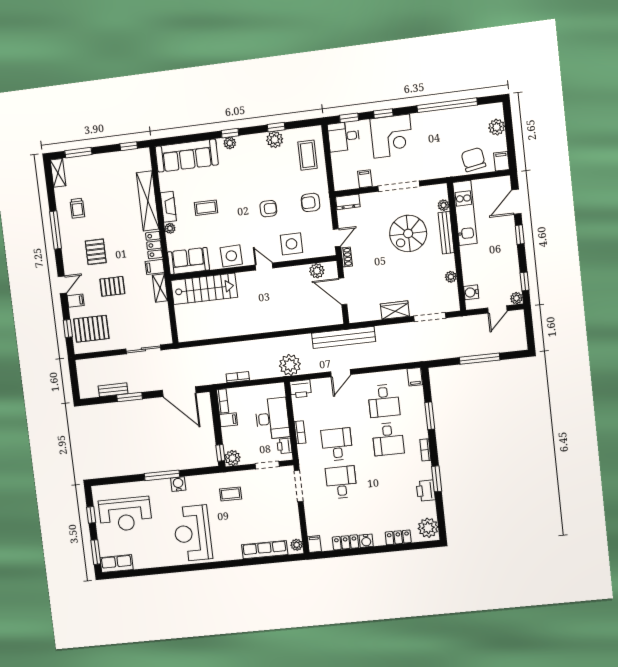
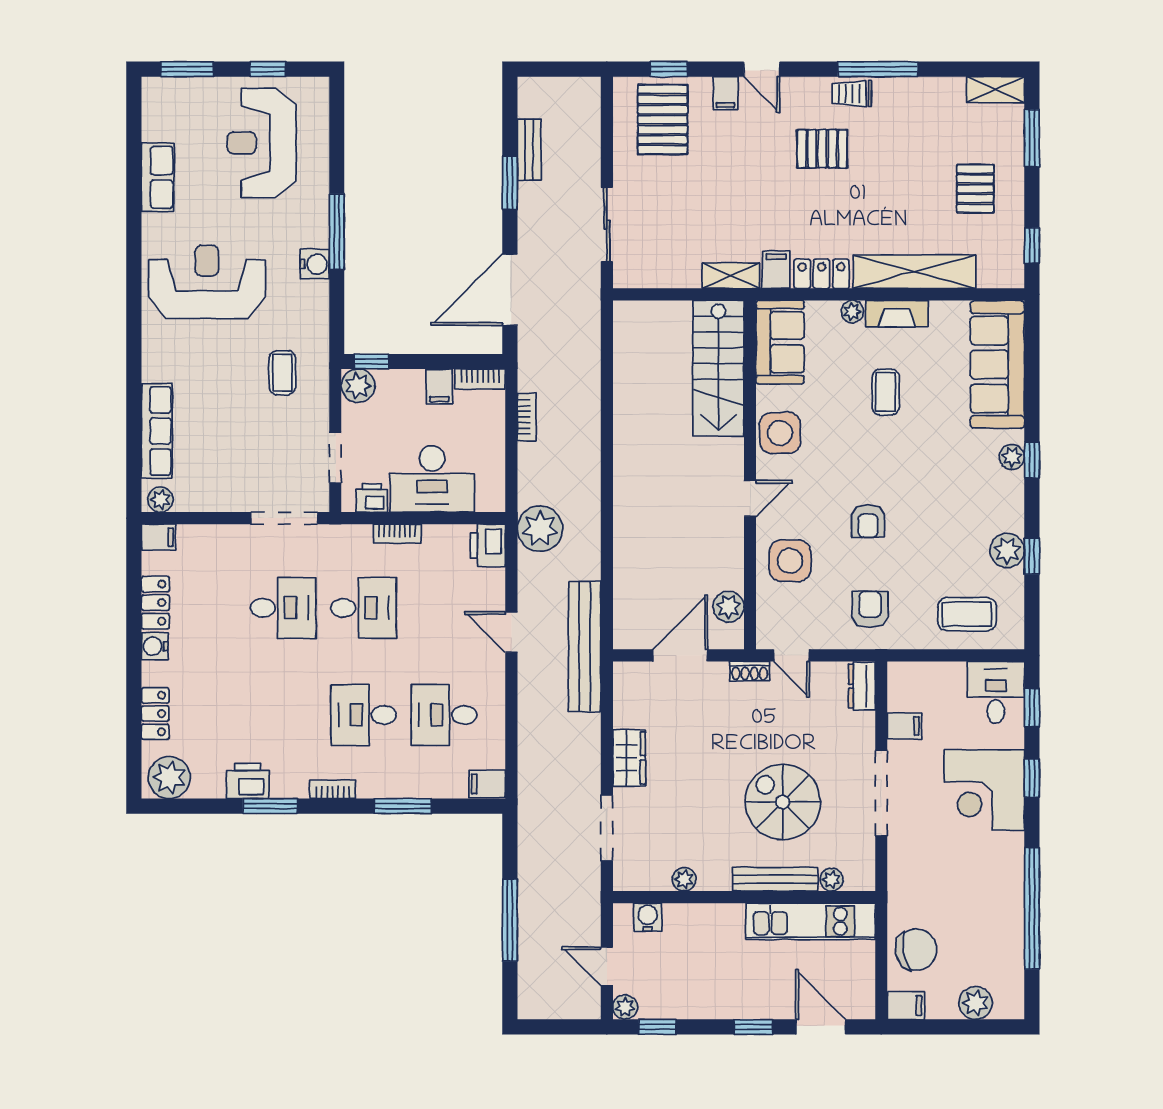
trolley: (77, 208) -> (852, 94), moved
pallet: (112, 286) -> (975, 189), moved
row of seats: (117, 564) -> (158, 177), moved

